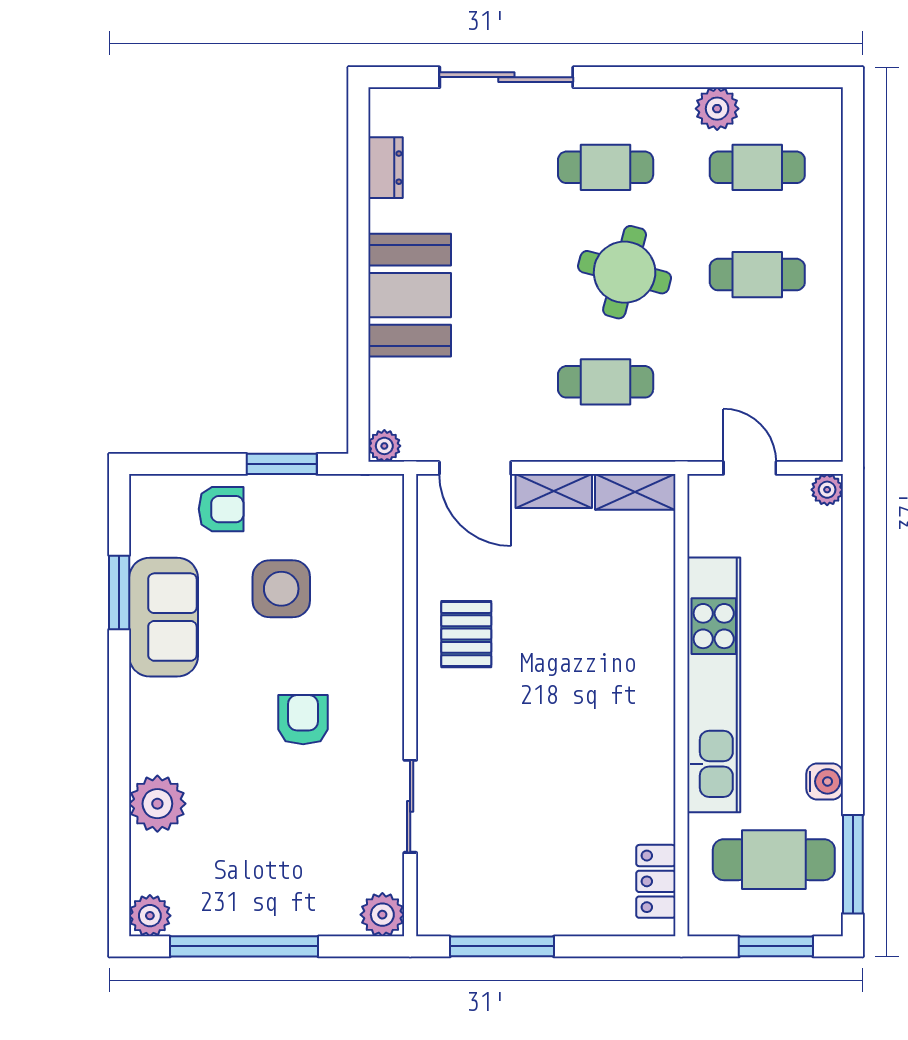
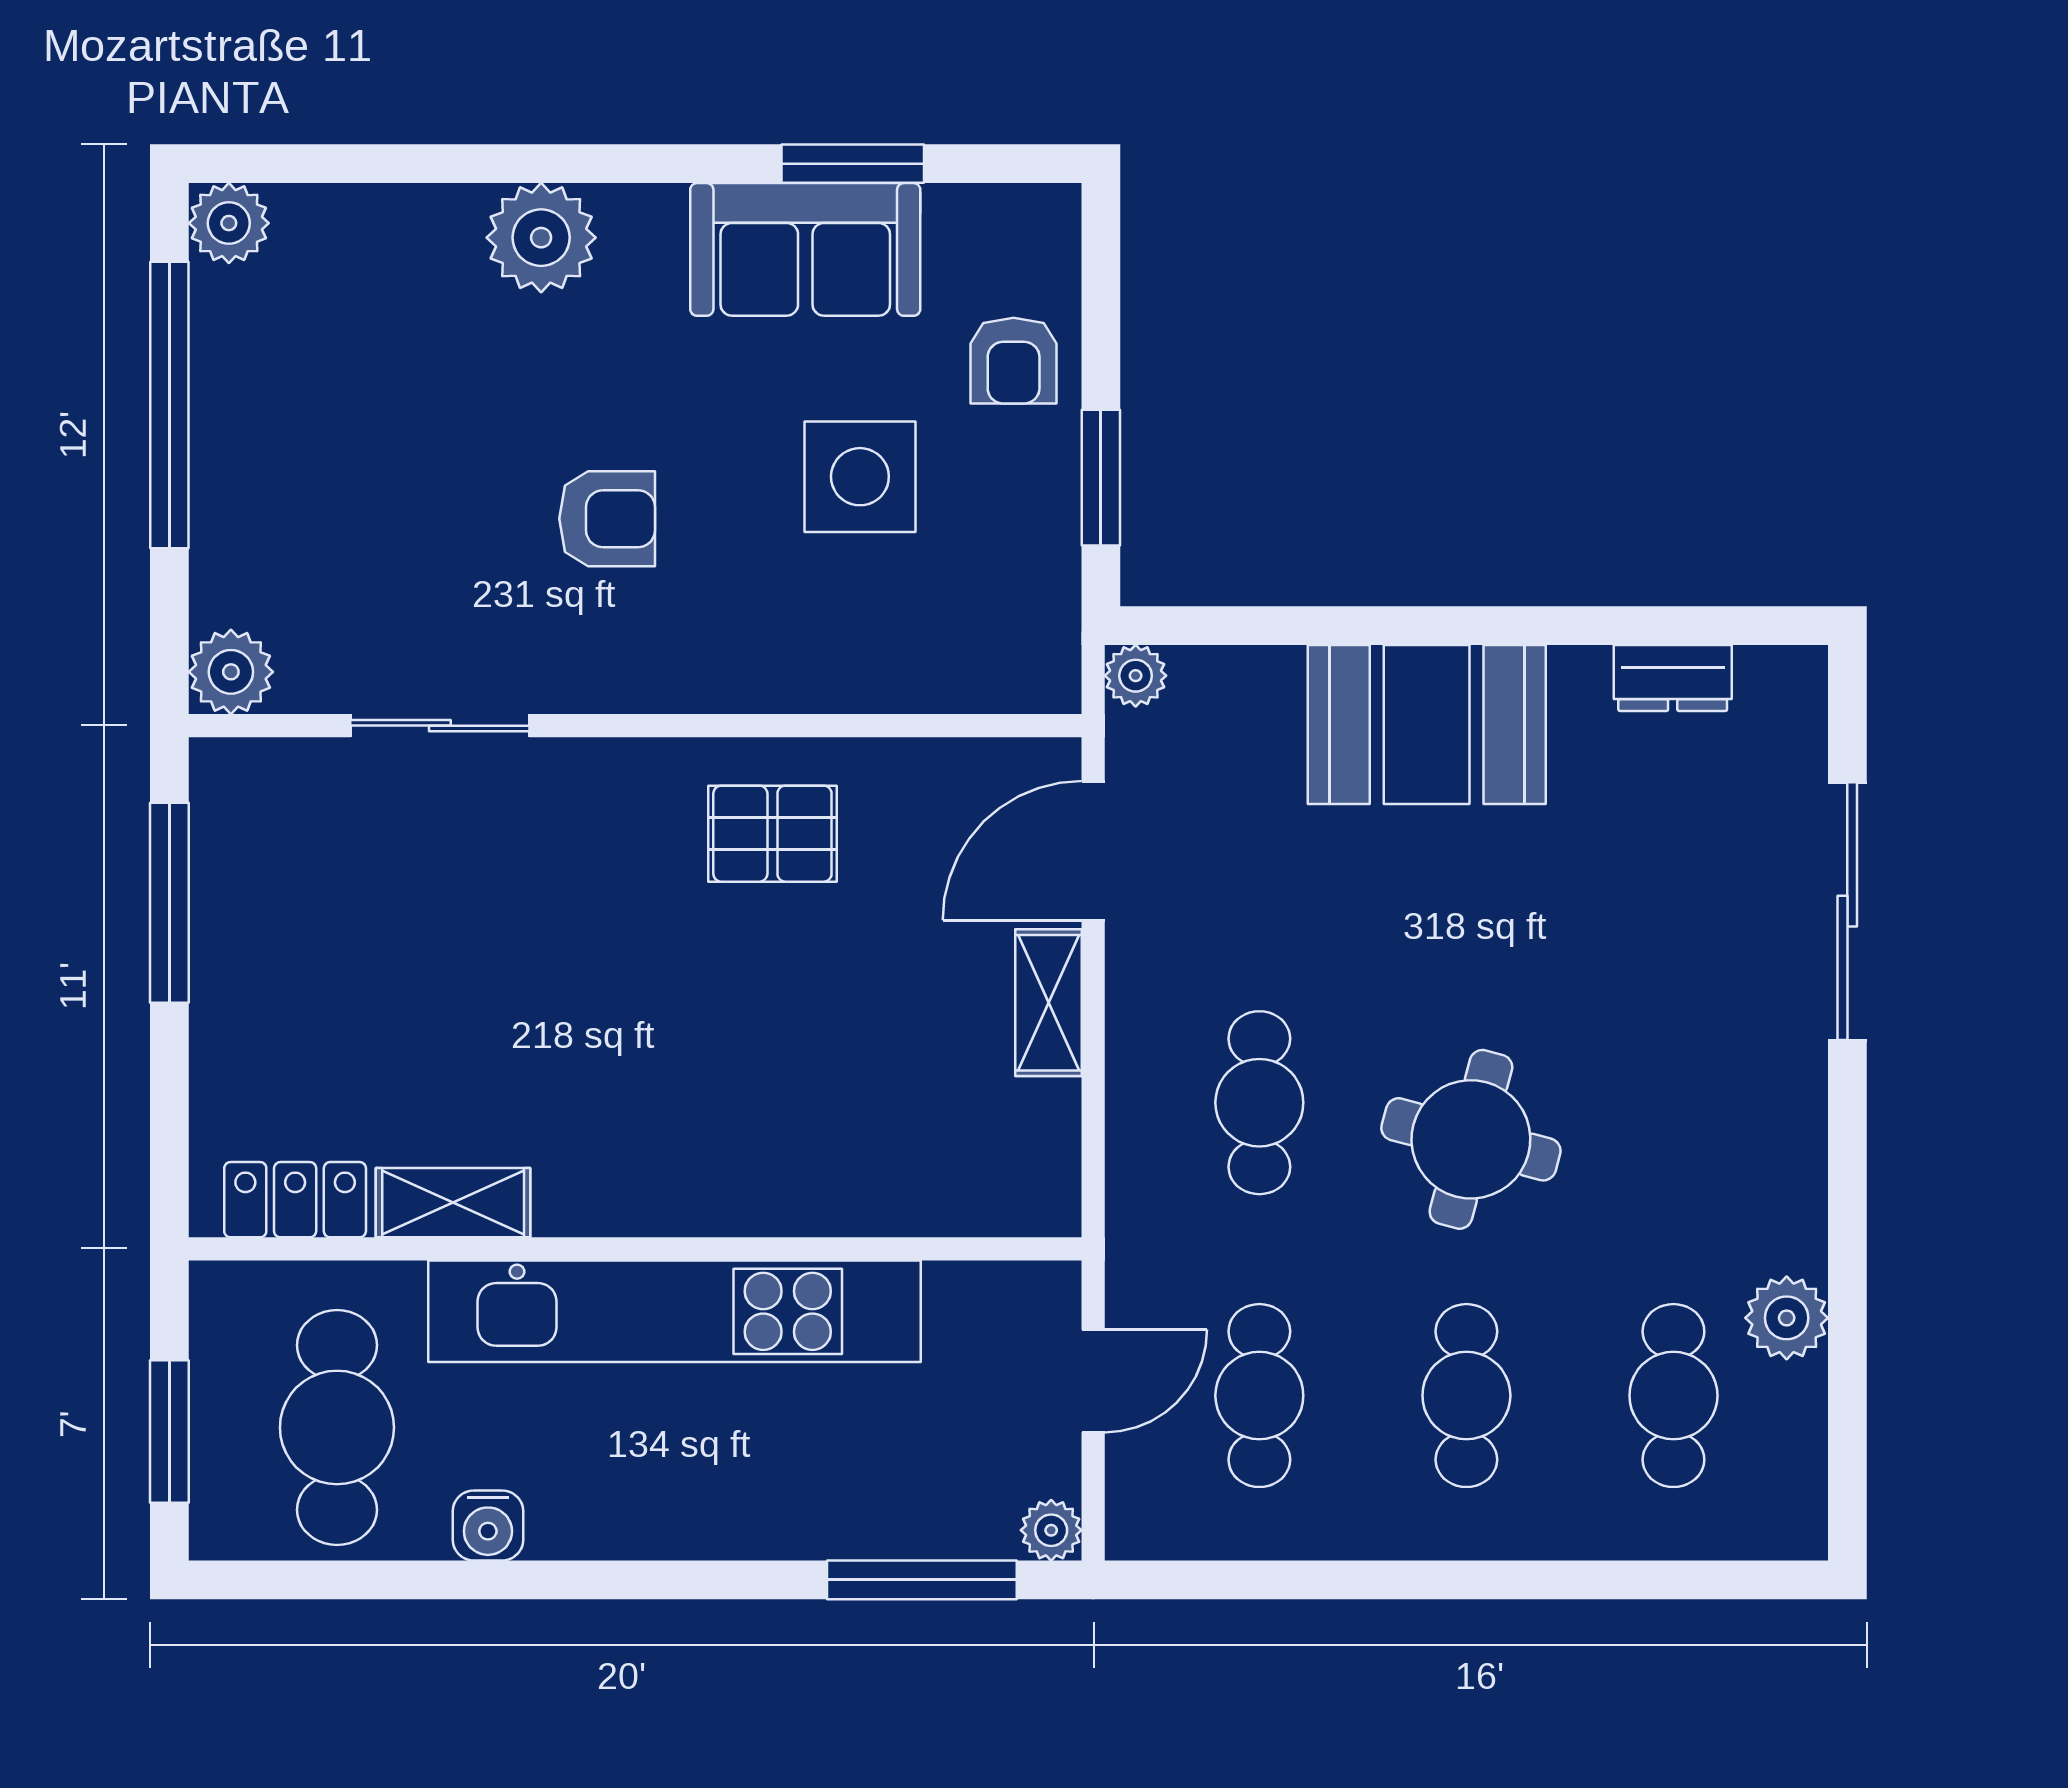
cafe table: (606, 167) -> (1259, 1396), moved
shelving: (635, 492) -> (453, 1203), moved, turned 90
plant: (157, 804) -> (541, 238), moved
window: (853, 864) -> (922, 1580), moved

